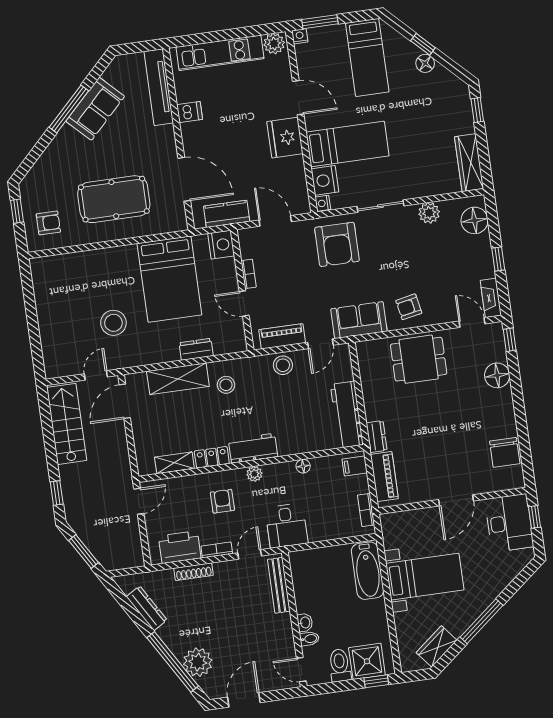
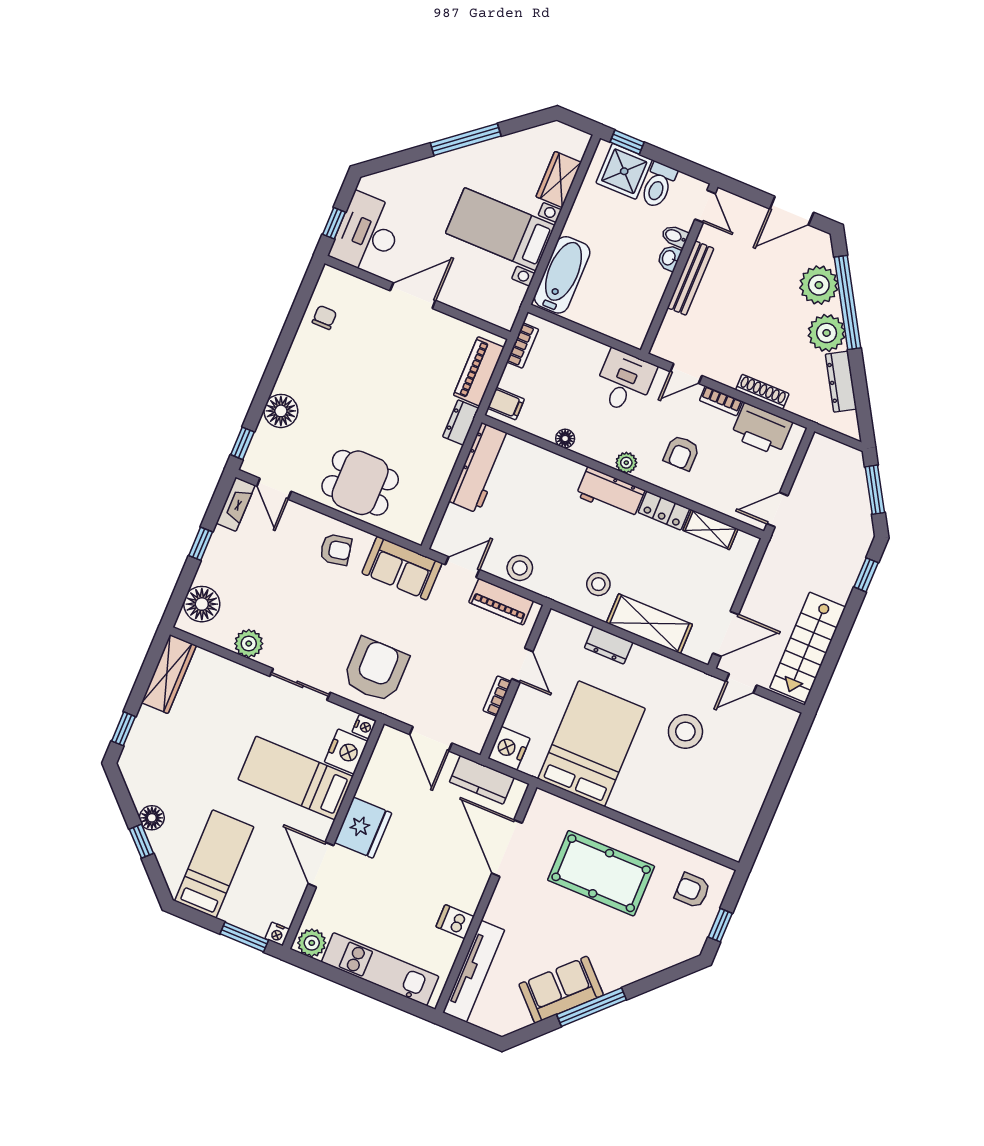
chair: (505, 452) -> (324, 317), width x0.54, depth x0.54
bench: (279, 585) -> (690, 278), moved
plant: (175, 634) -> (827, 333), added
wardrobe: (437, 646) -> (559, 180), moved, turned 129

